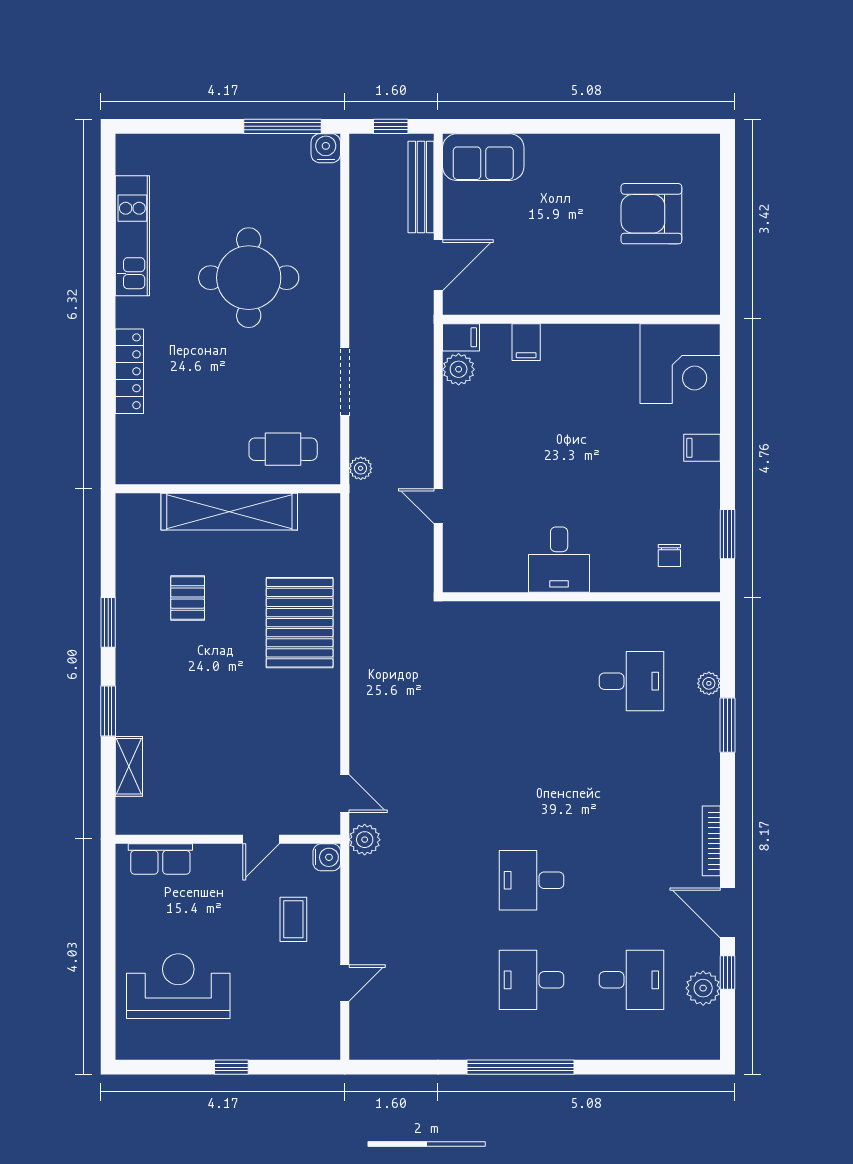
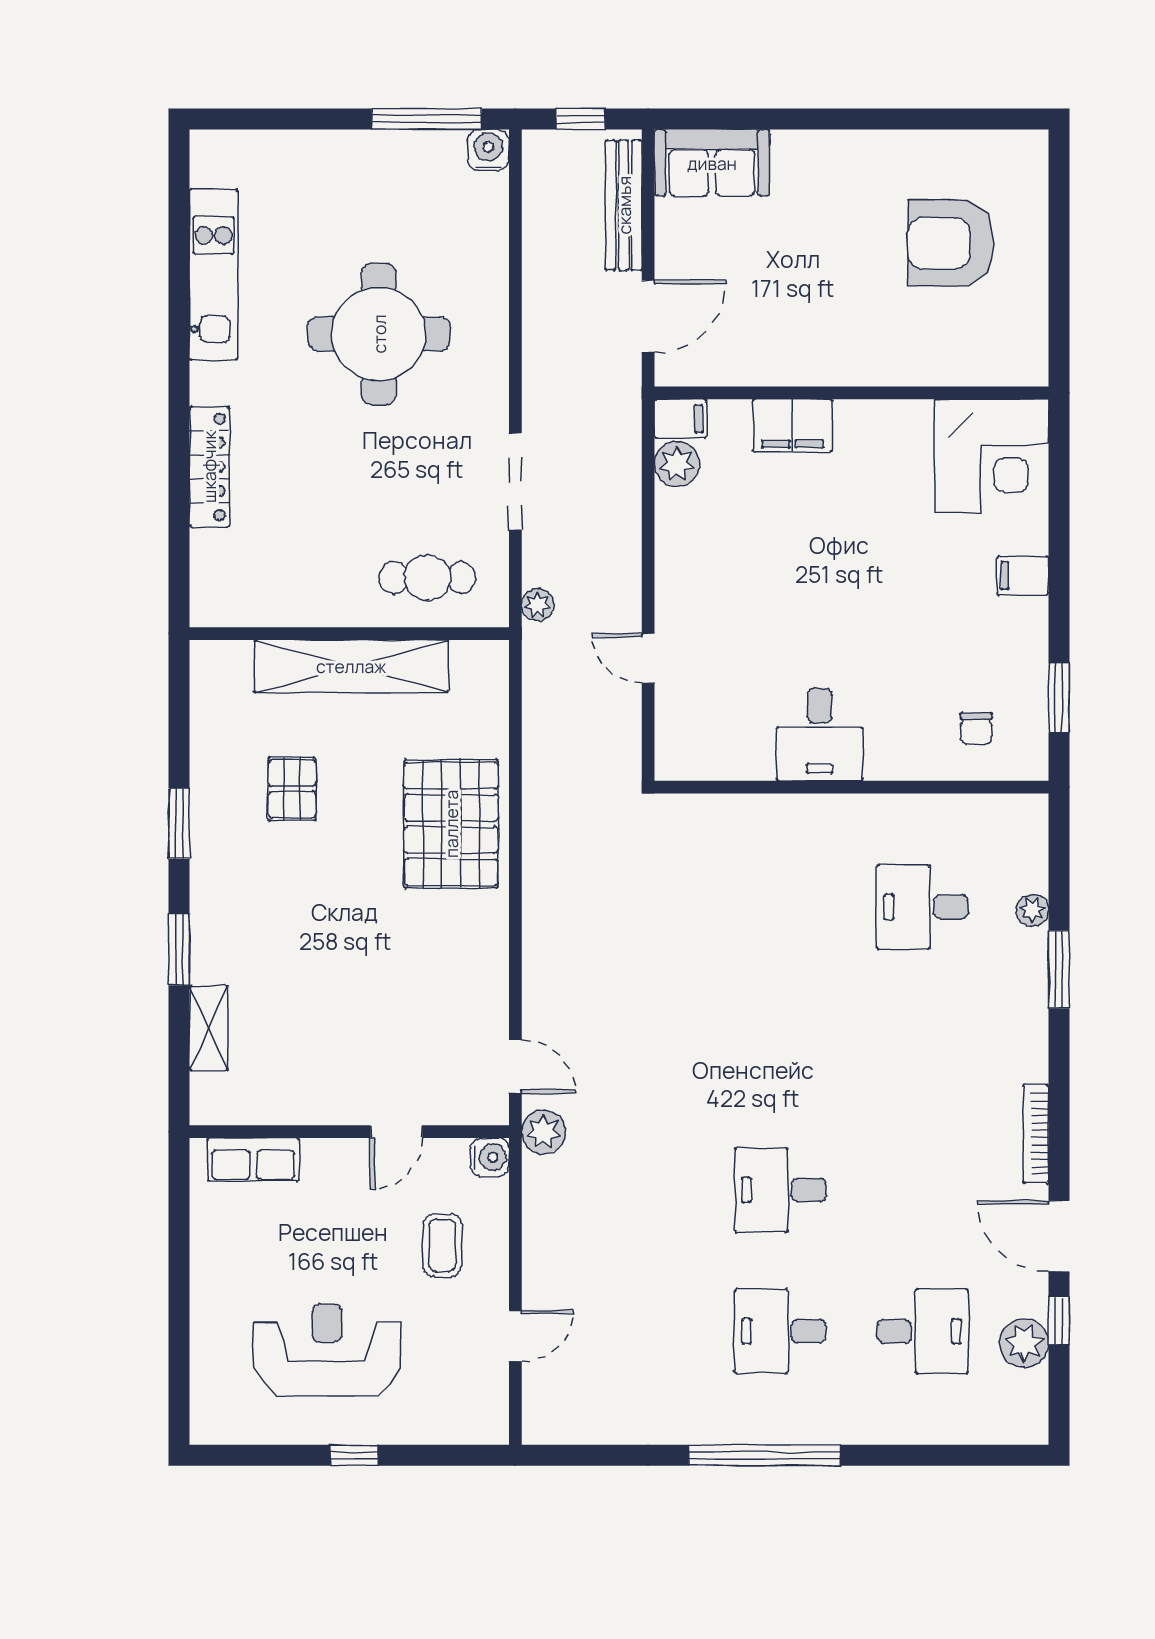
filing cabinet: (526, 342) -> (793, 425), width x2.00
desk: (631, 681) -> (923, 907), turned 180
reception desk: (178, 986) -> (327, 1350), moved

